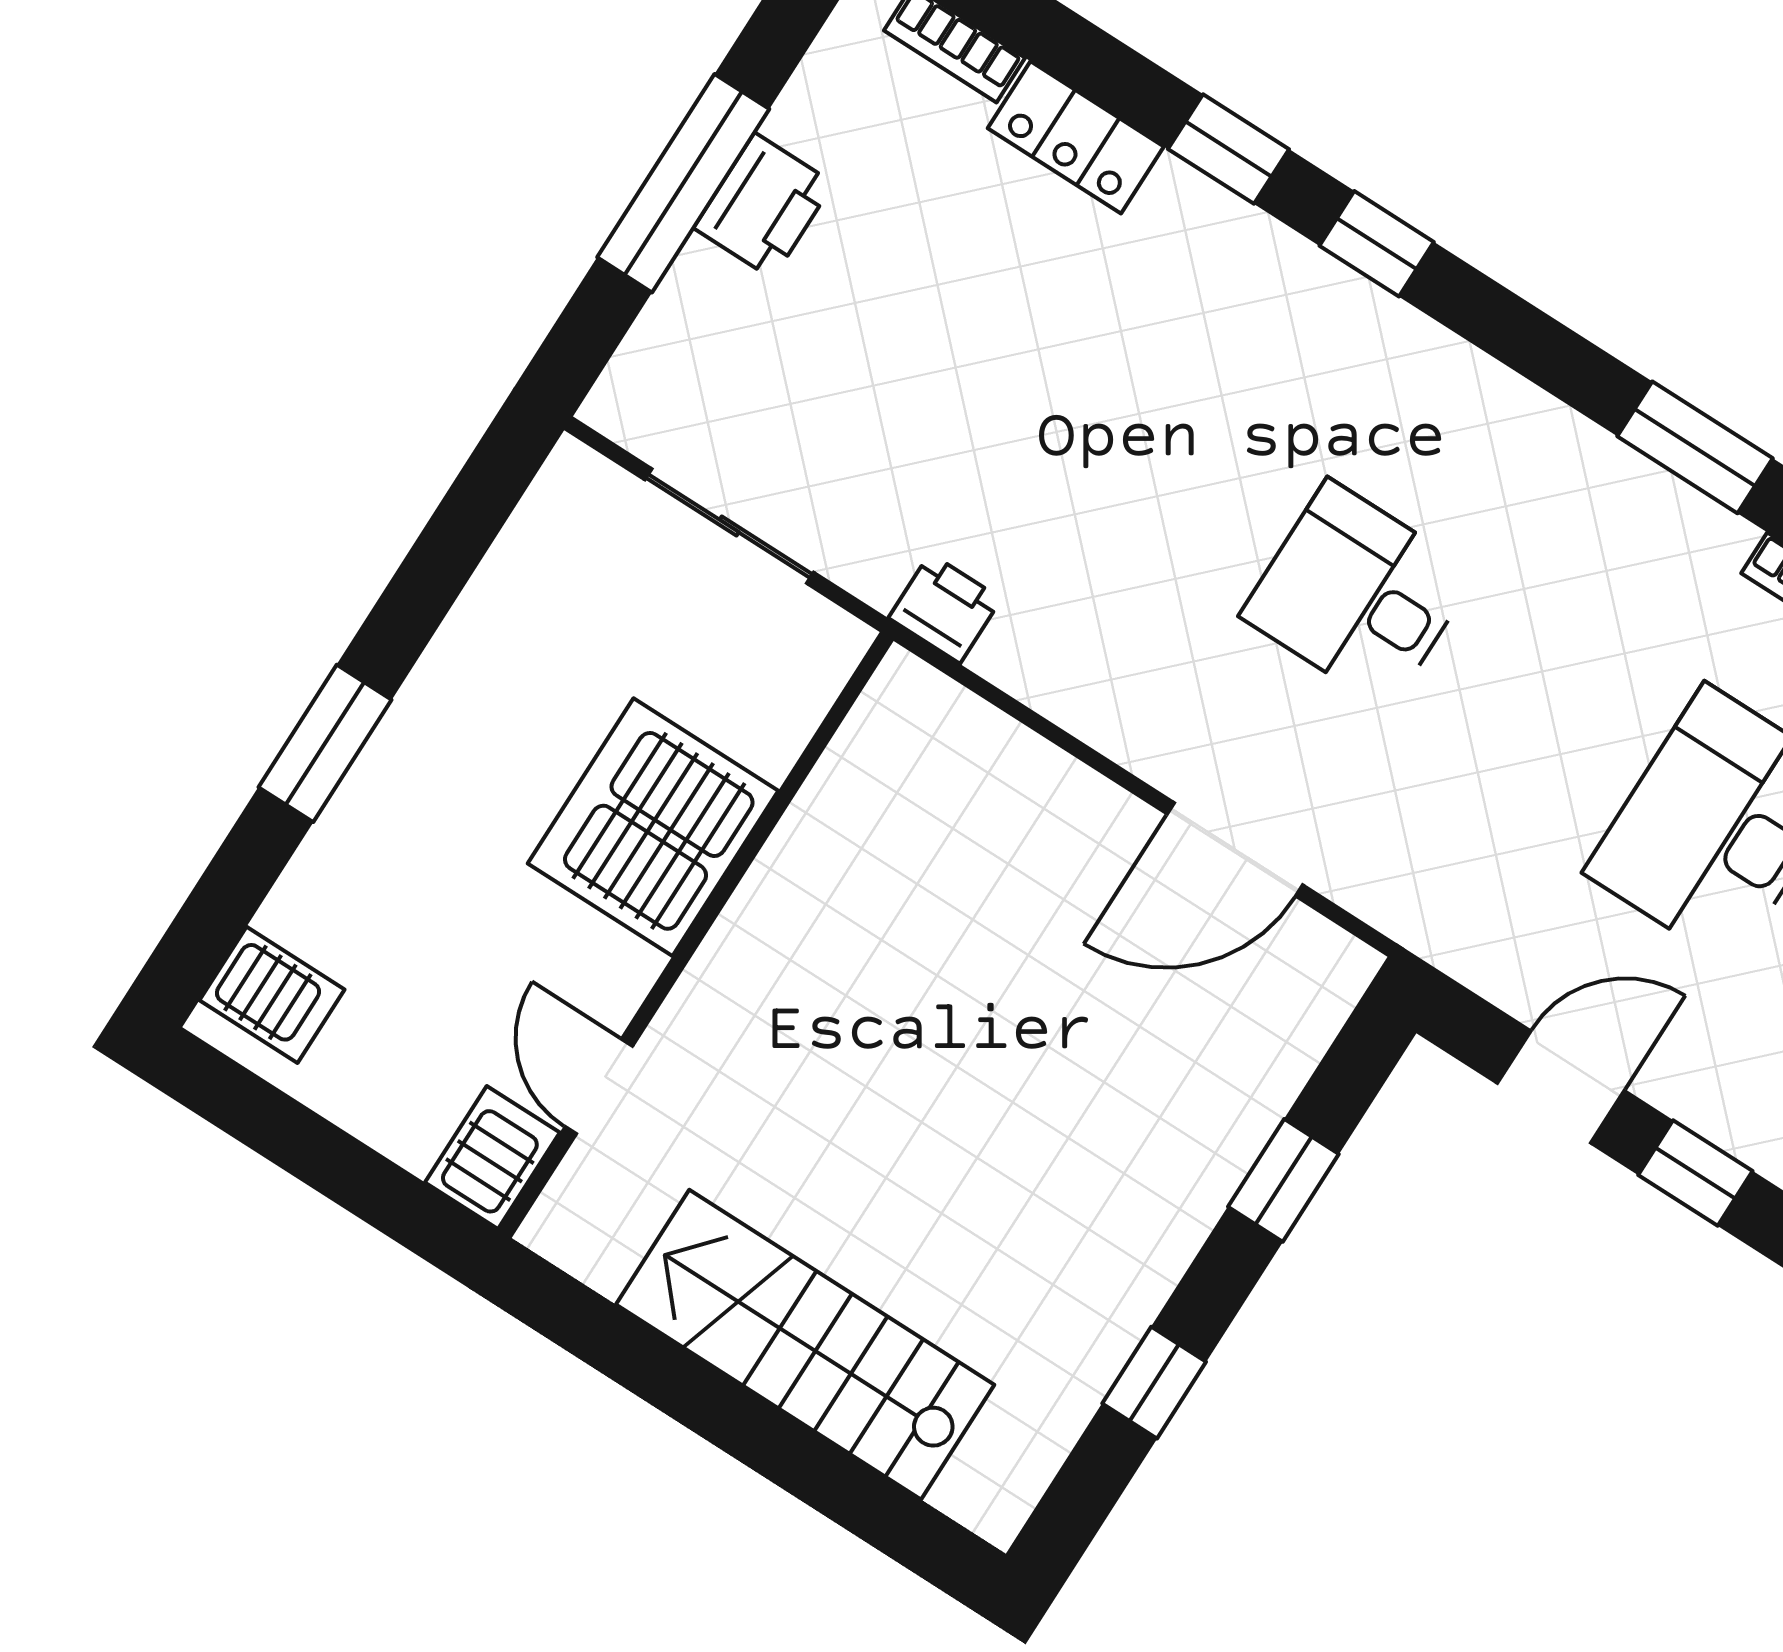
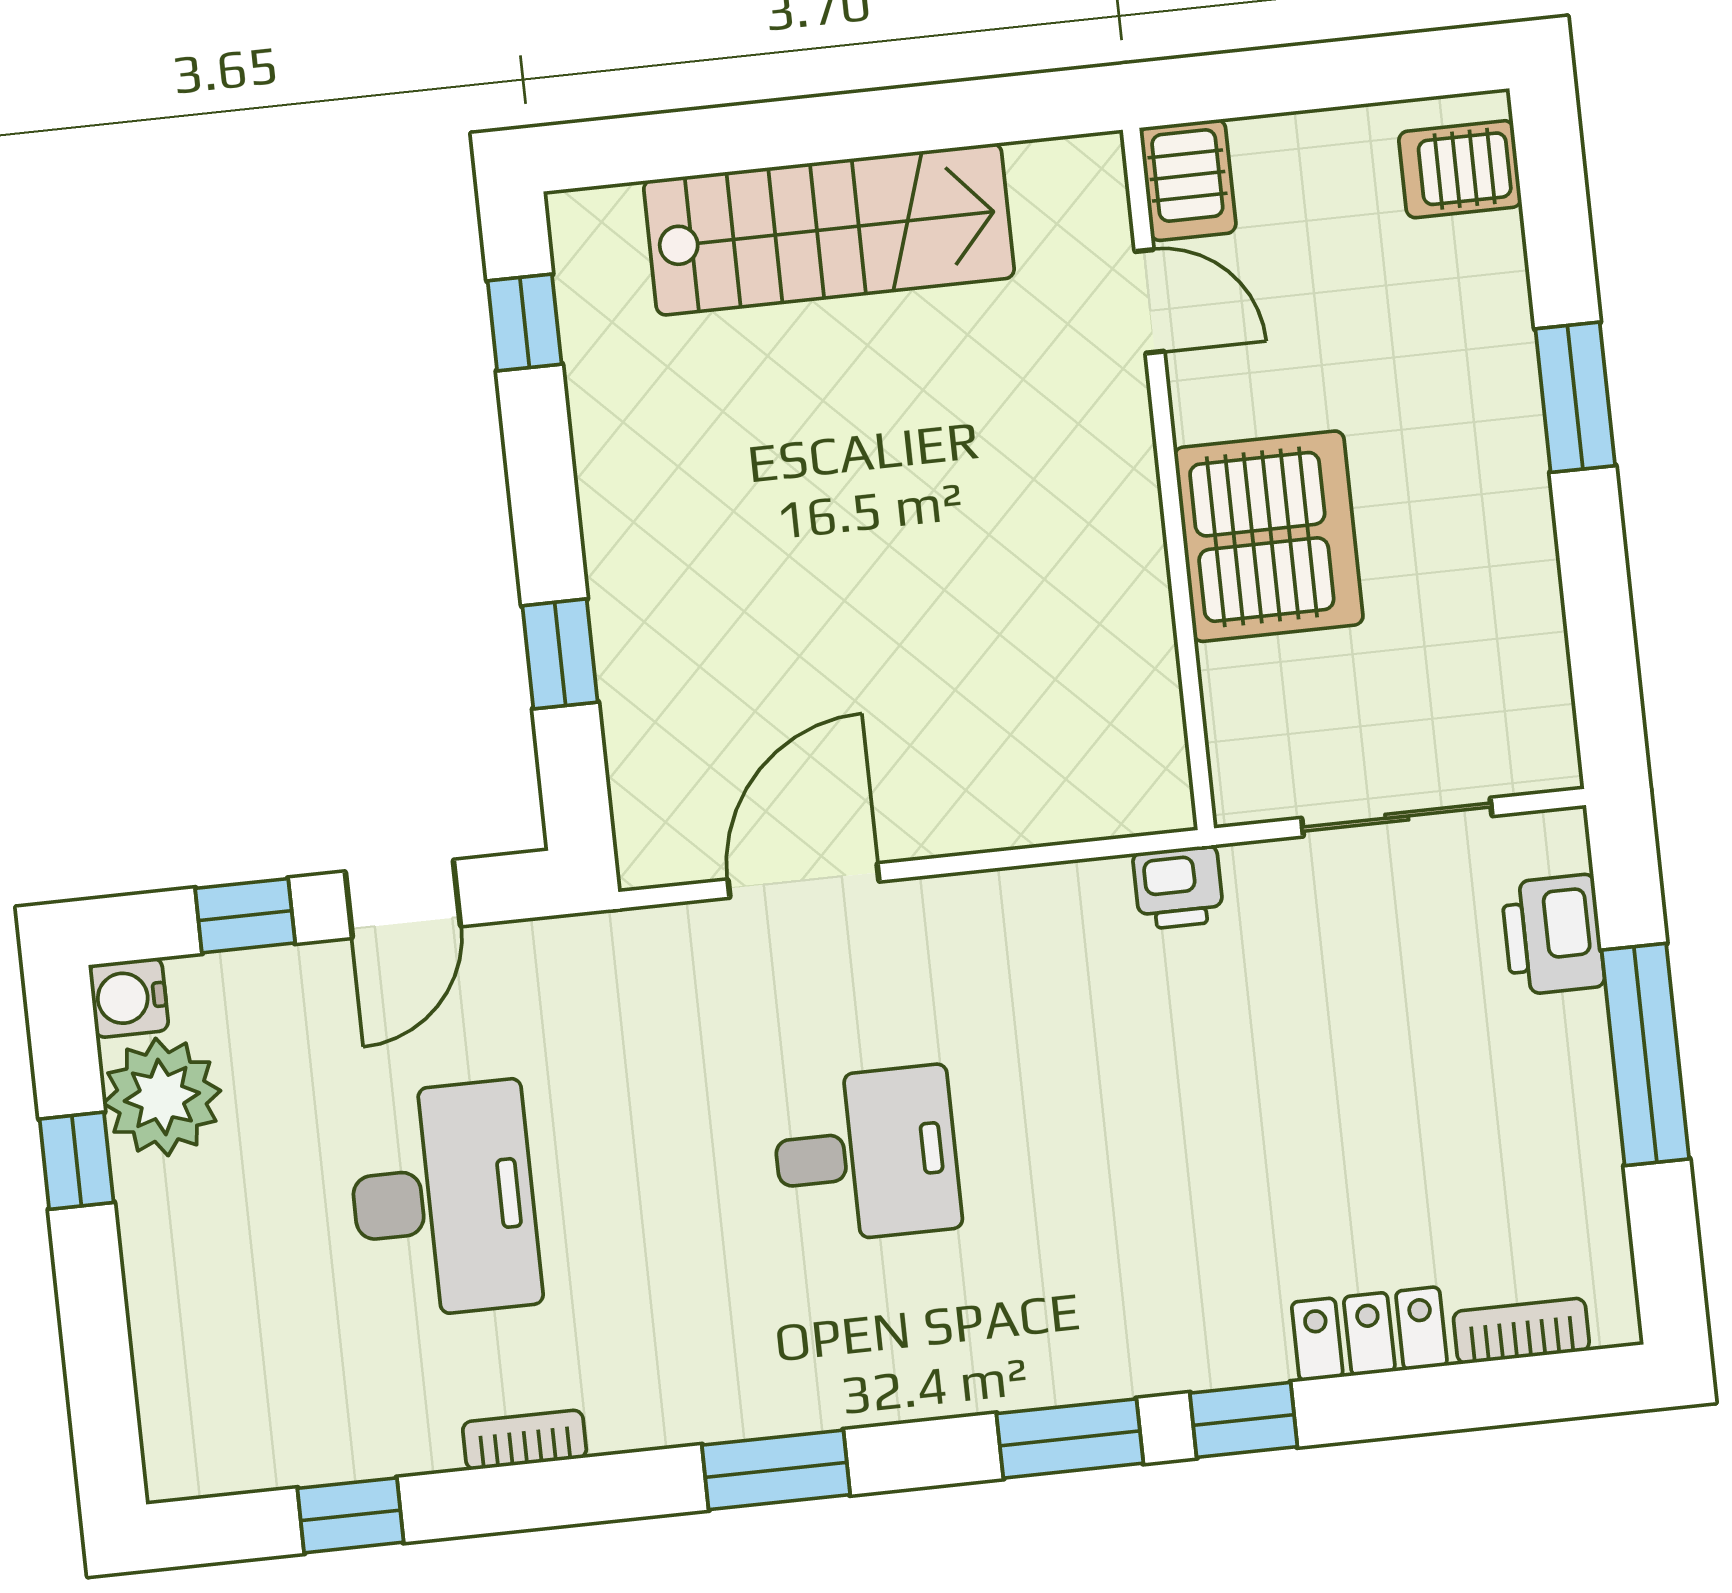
printer: (764, 206) -> (1553, 935), moved
window: (1377, 244) -> (1070, 1438), width x1.50
window: (1695, 447) -> (776, 1470), moved
window: (1154, 1383) -> (525, 322), moved

